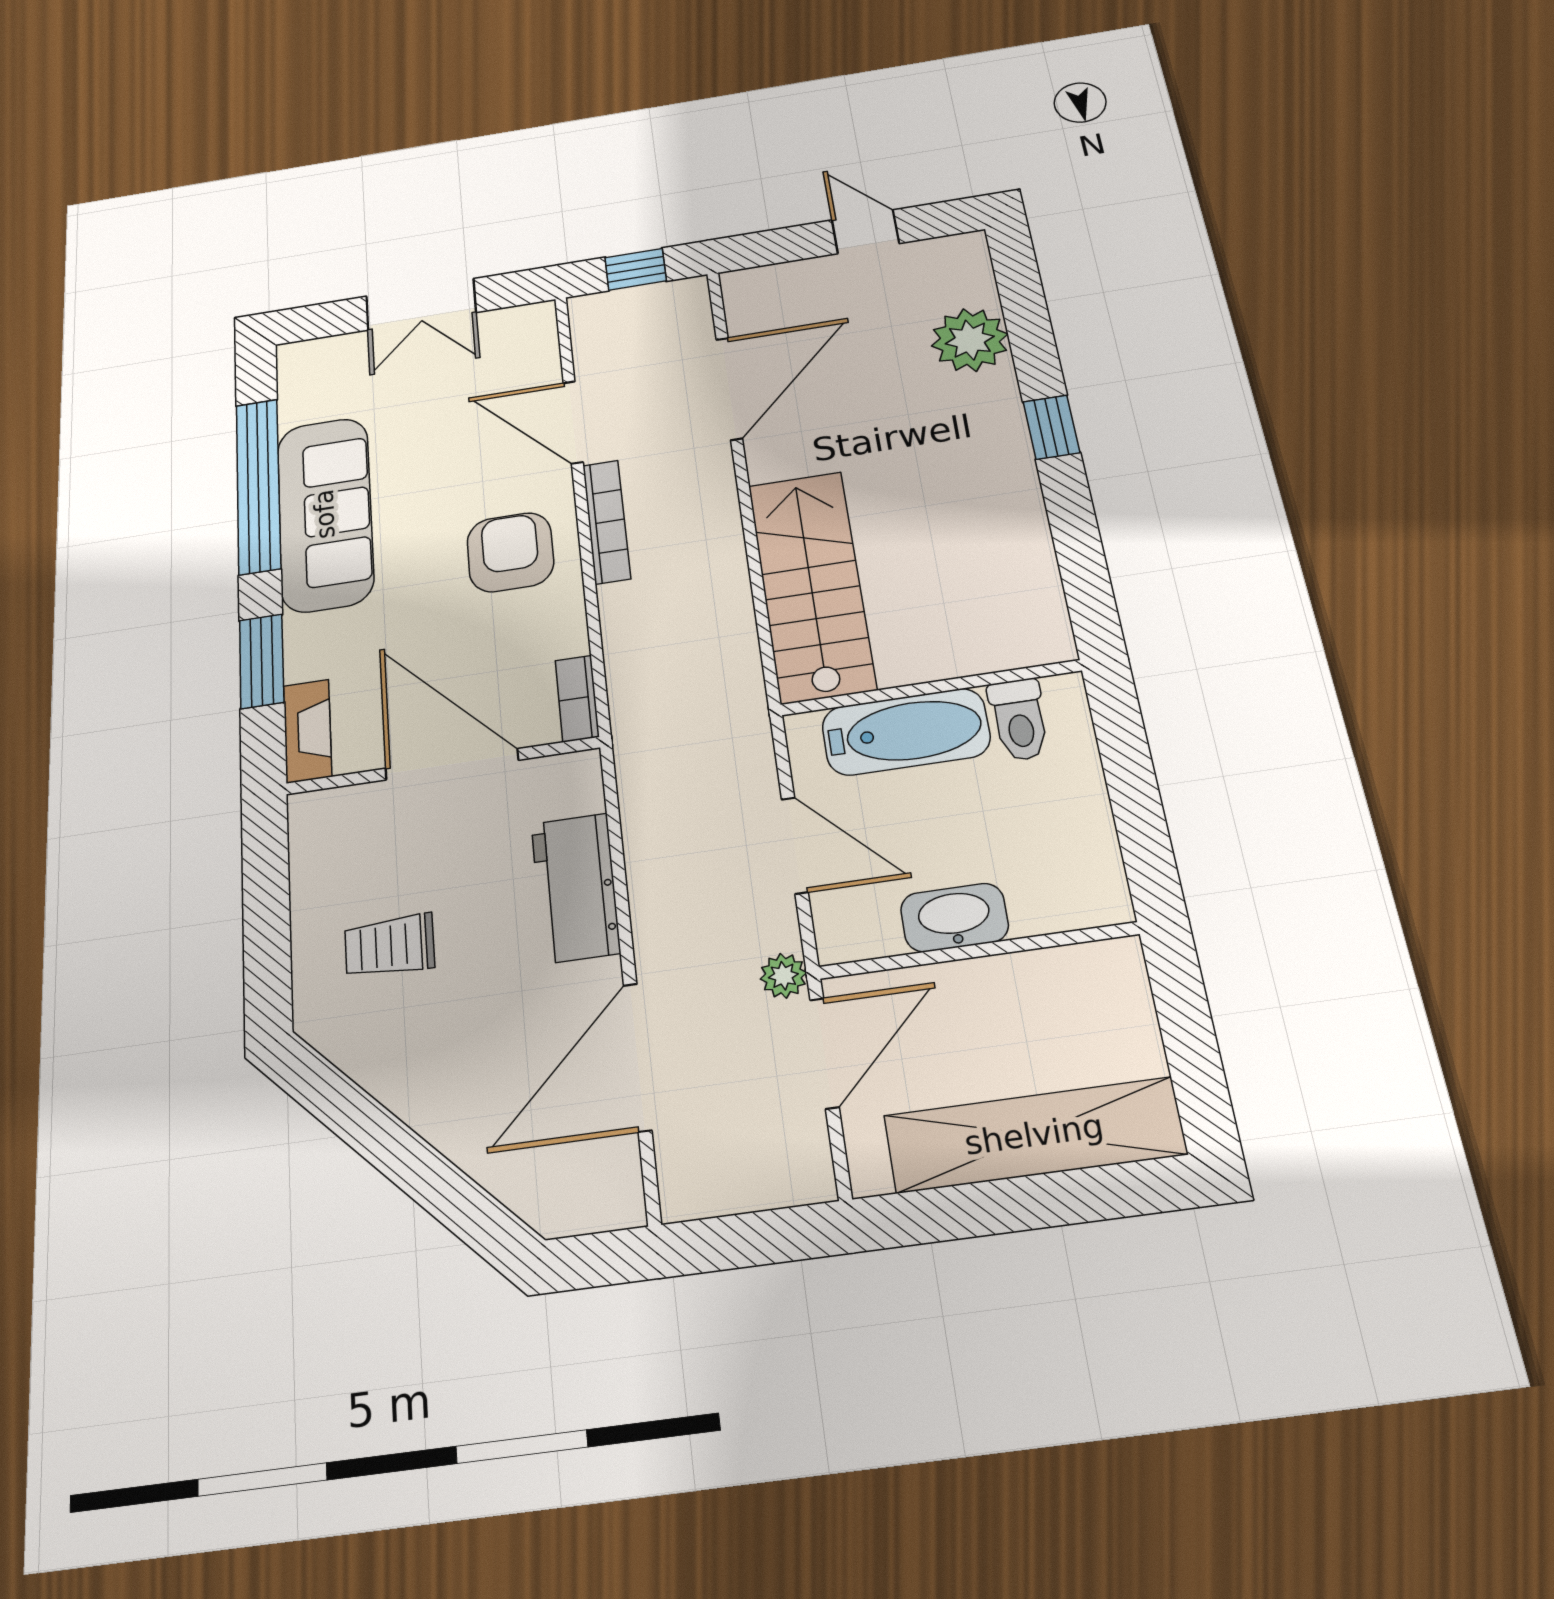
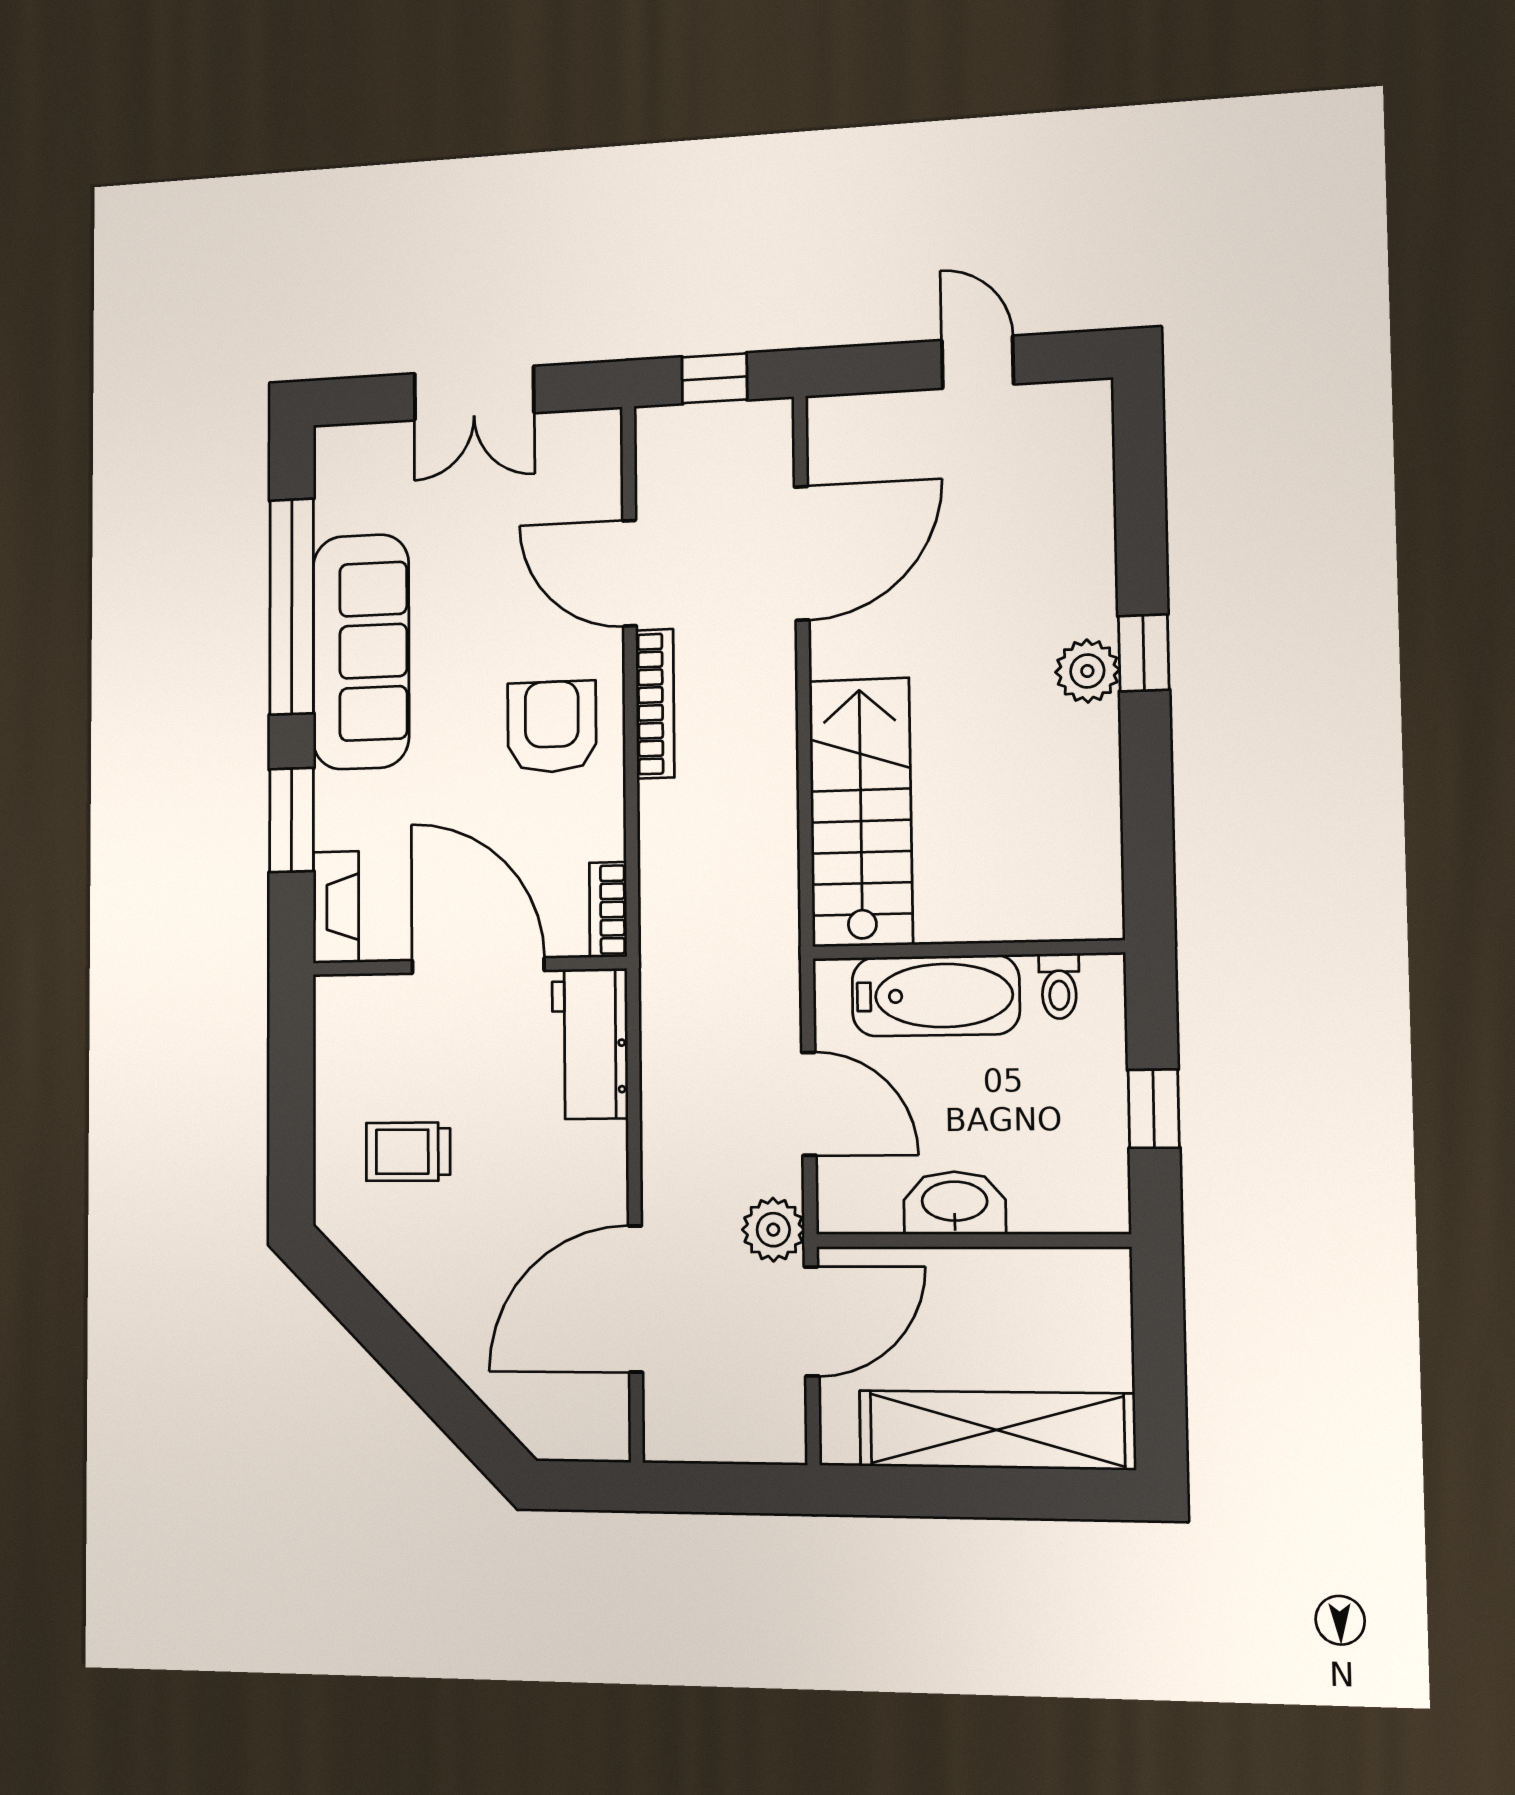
plant: (970, 340) -> (1087, 671), moved, width x0.73, depth x0.73
toilet: (1019, 720) -> (1059, 986), width x0.73, depth x0.72
window: (1136, 804) -> (1154, 1109), added
workbench: (576, 888) -> (590, 1044), moved
plant: (783, 976) -> (773, 1230), width x1.38, depth x1.38

